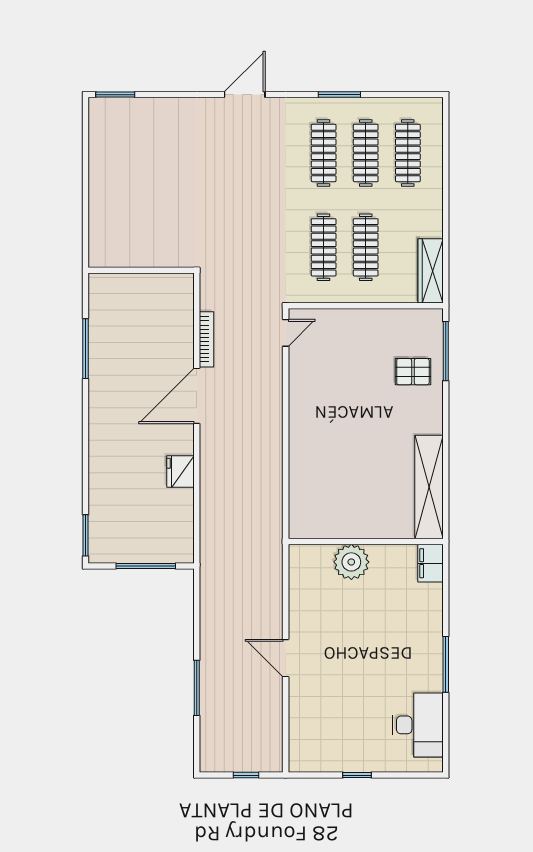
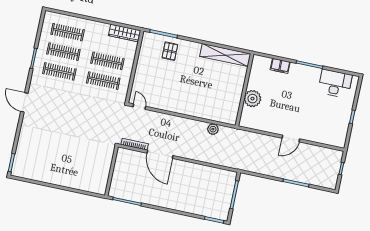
wall: (141, 270) -> (112, 171), moved
fridge: (180, 472) -> (194, 169), removed
plant: (271, 494) -> (213, 129), added
filing cabinet: (430, 563) -> (280, 66), moved

